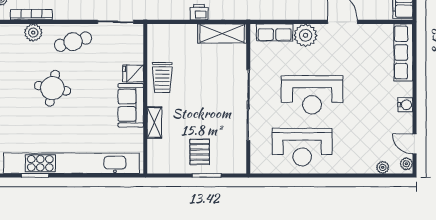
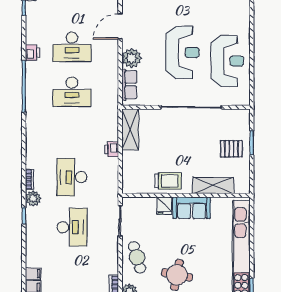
shelving: (154, 122) -> (213, 186), width x1.50, depth x1.33

